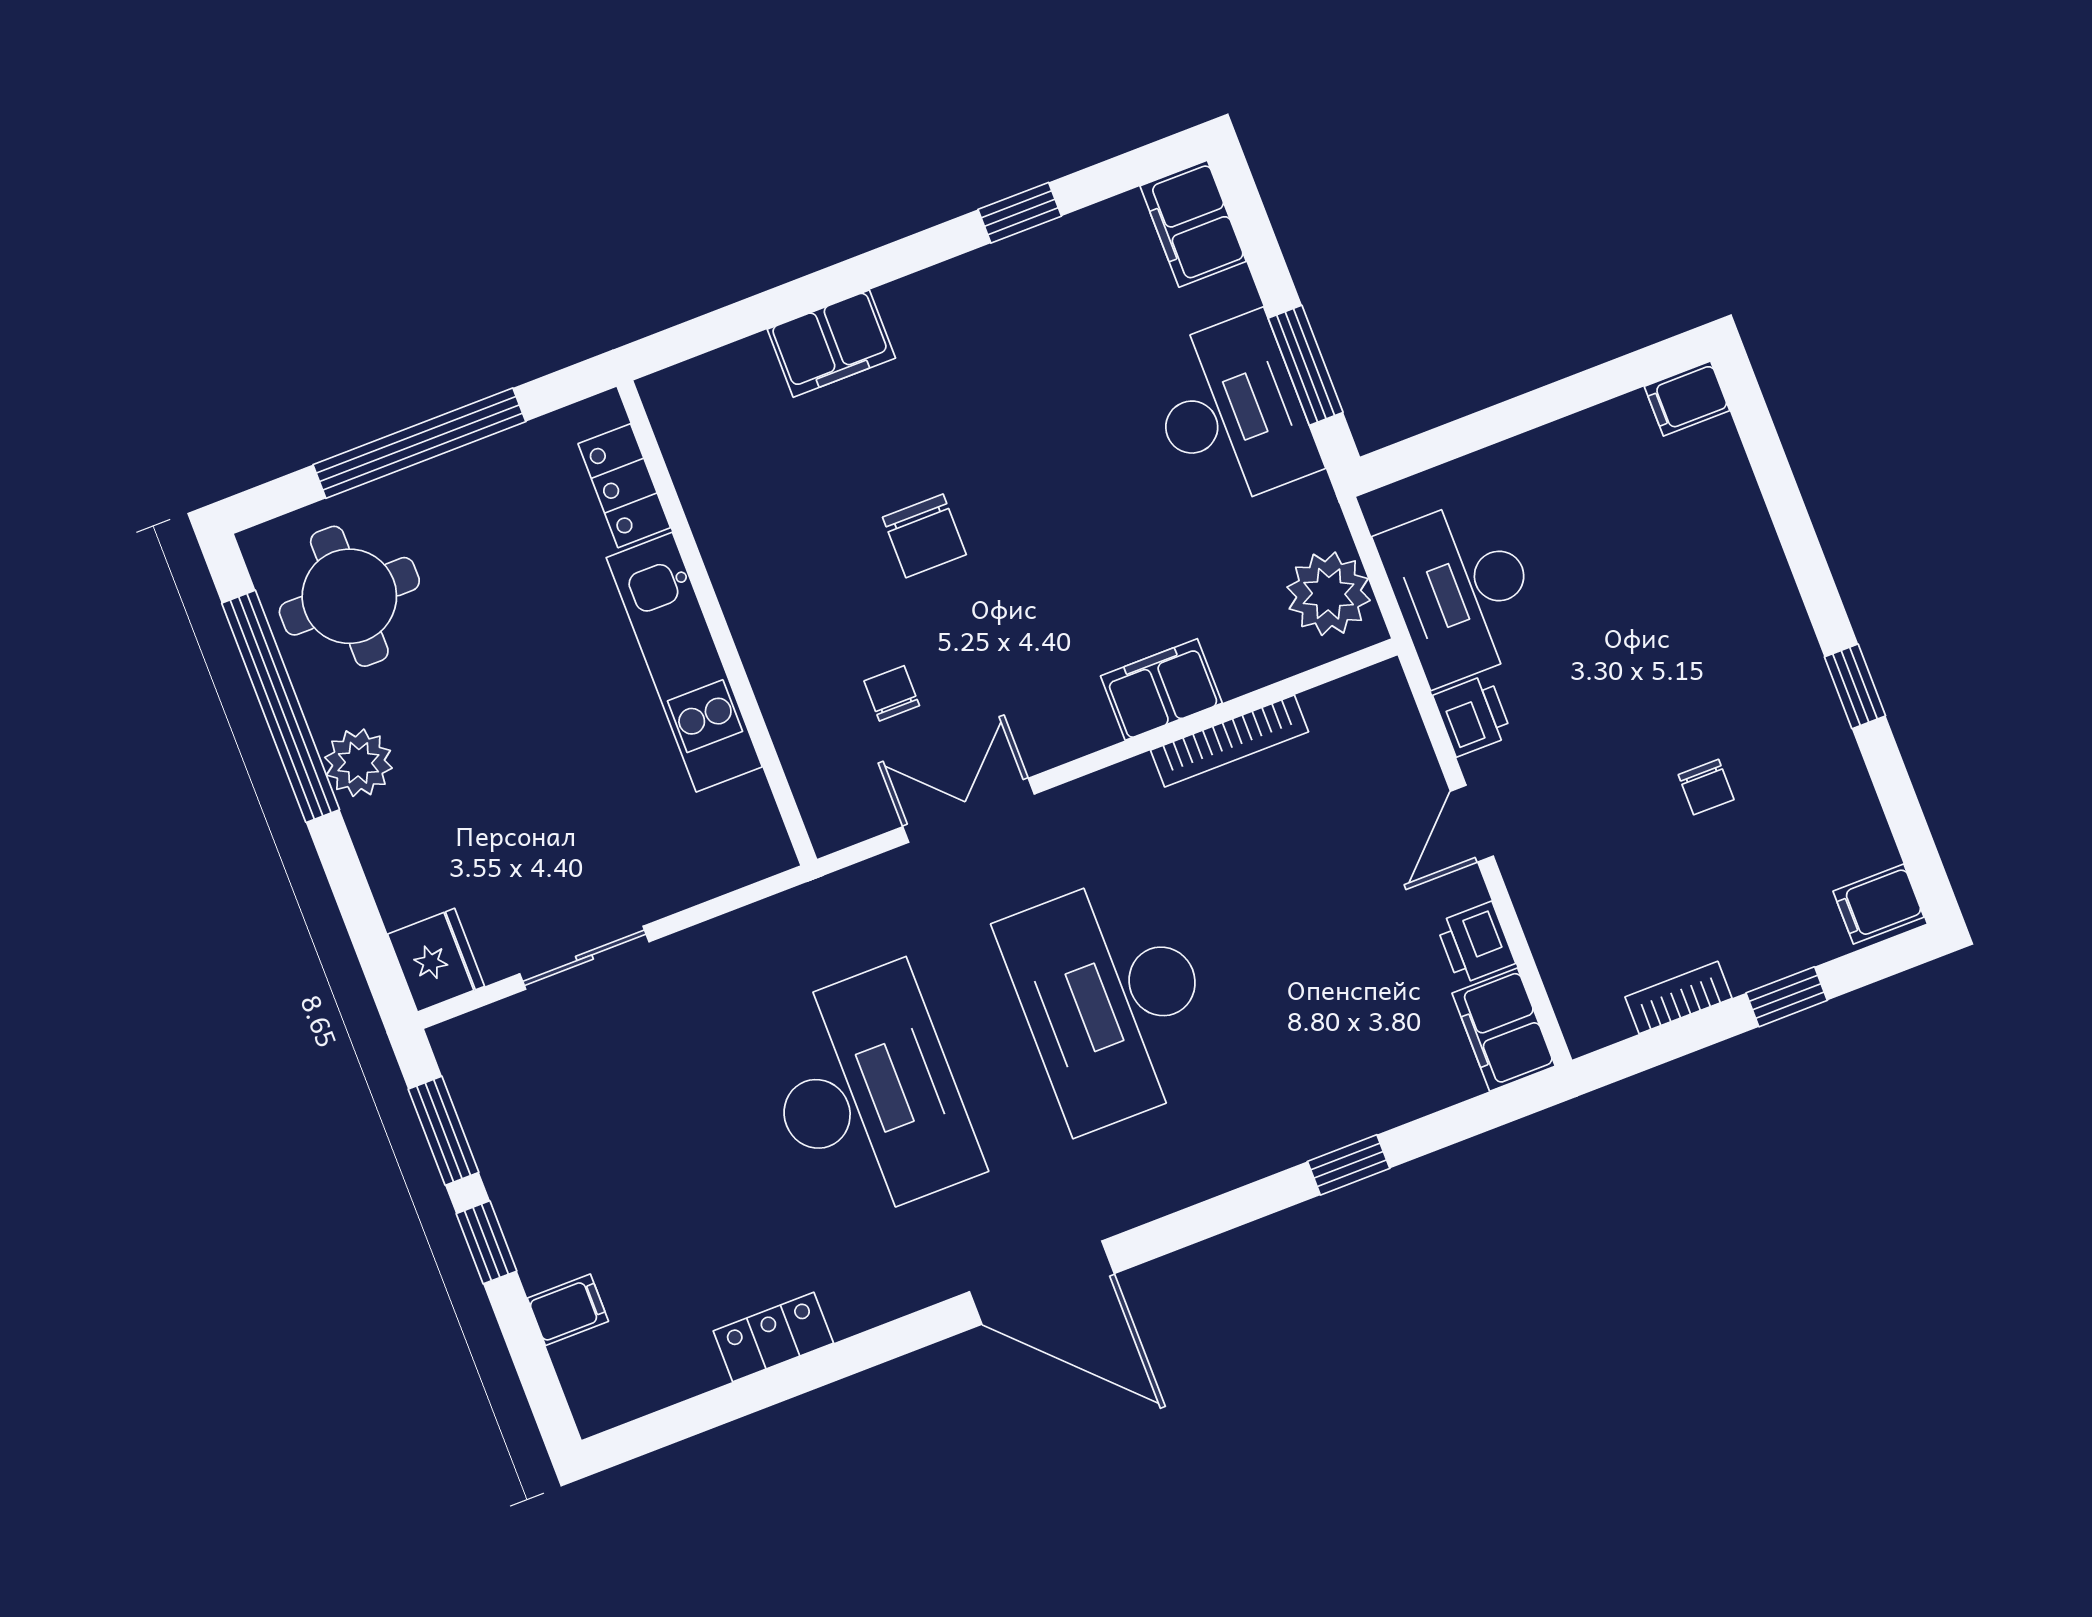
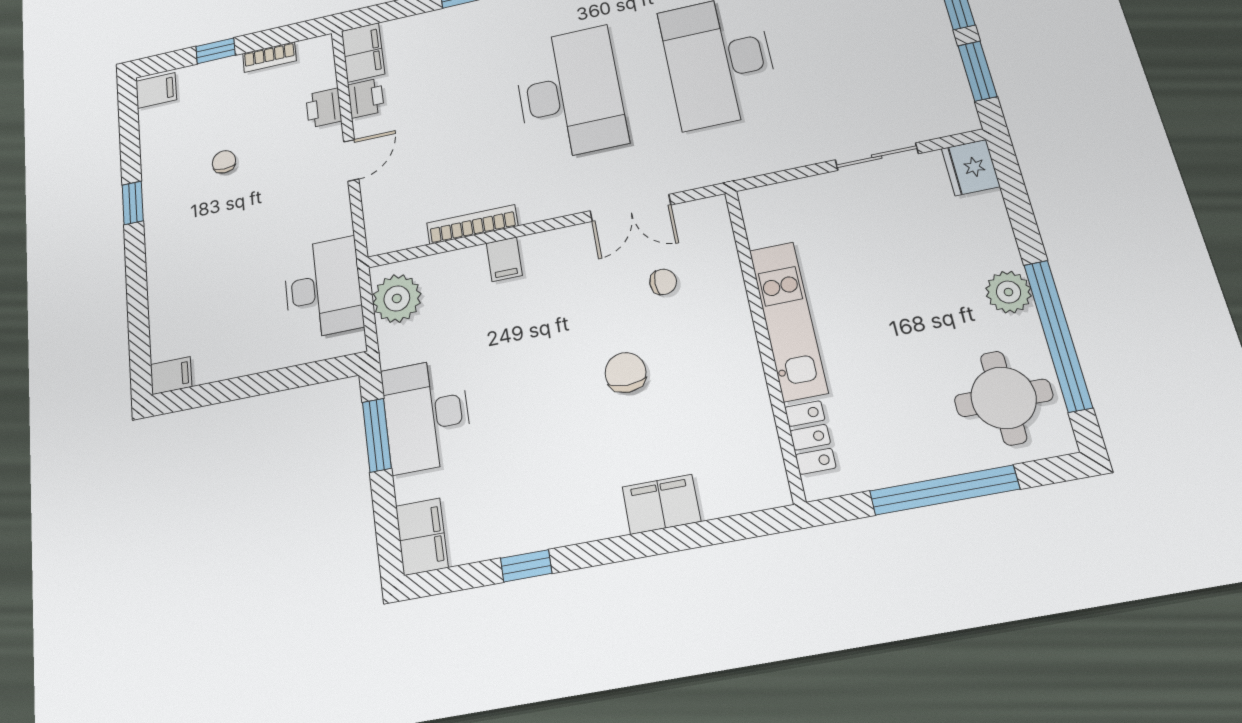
filing cabinet: (1161, 690) -> (504, 259), width x0.50
chair: (892, 693) -> (663, 282), turned -90
printer: (1472, 716) -> (324, 108), moved

